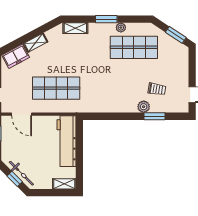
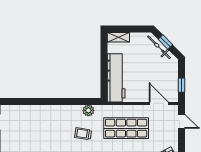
trolley: (157, 89) -> (83, 134), moved
plant: (144, 107) -> (88, 110), moved
window: (155, 116) -> (33, 101), removed

